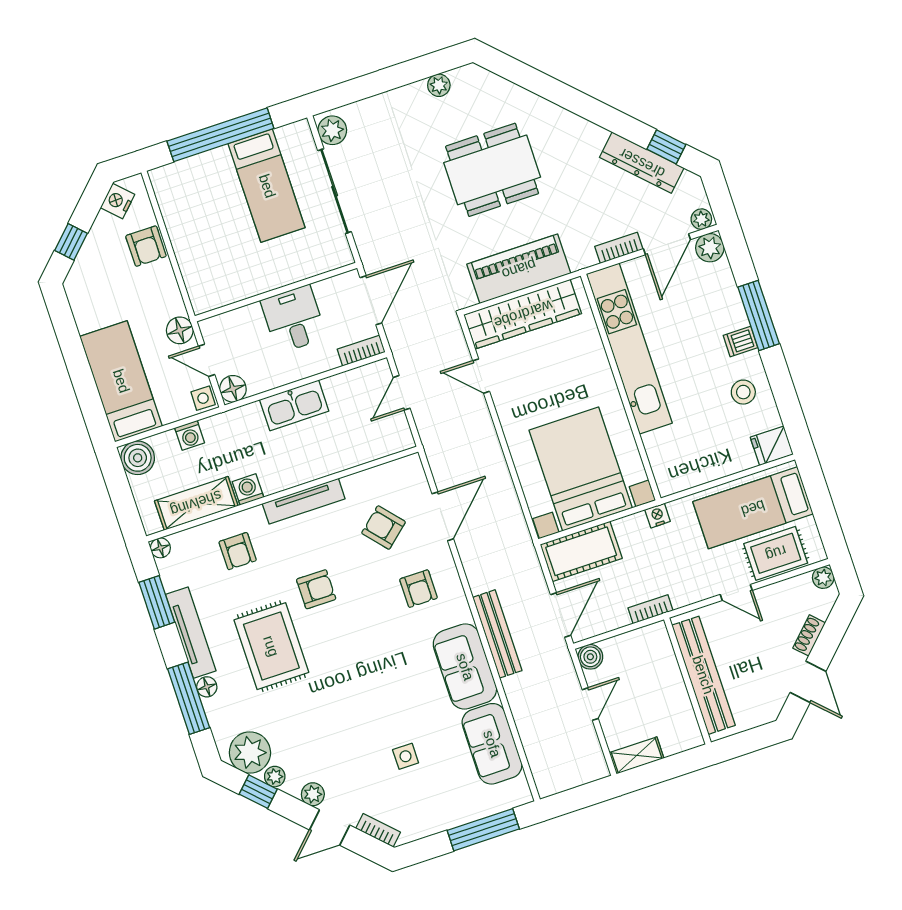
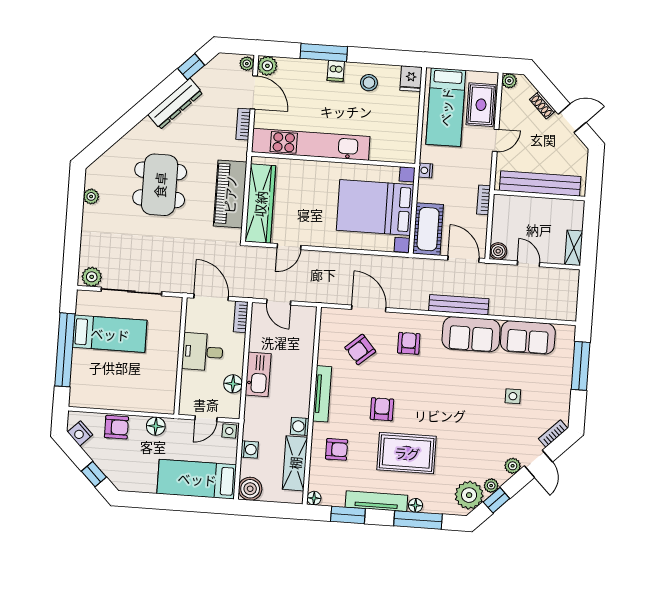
dresser: (642, 163) -> (175, 104), moved
floor lamp: (180, 330) -> (156, 426), moved
floor lamp: (233, 389) -> (233, 384), moved
armchair: (419, 589) -> (409, 343), turned -90

